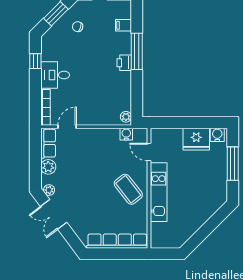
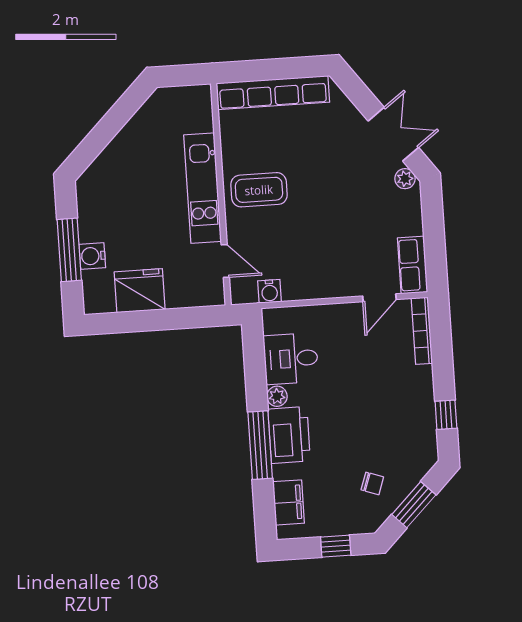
filing cabinet: (124, 25) -> (288, 502), width x2.00
printer: (124, 63) -> (289, 435), width x1.87, depth x1.48
desk: (55, 75) -> (291, 359), moved, turned 180
plant: (126, 117) -> (277, 396), moved
water cooler: (217, 135) -> (92, 256), moved, turned 90
plant: (48, 167) -> (409, 221), removed
coffee table: (128, 189) -> (259, 190), turned -52

